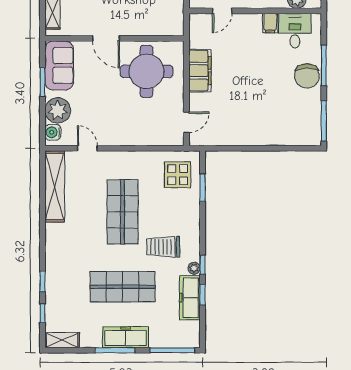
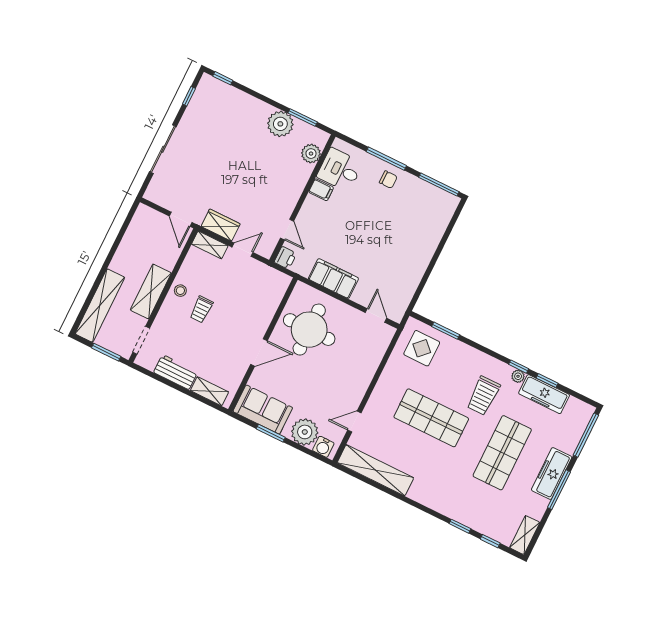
printer: (197, 21) -> (285, 258), added
chair: (307, 76) -> (388, 180), width x0.54, depth x0.54

